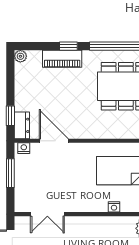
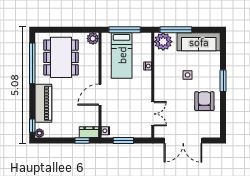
window: (68, 46) -> (32, 126), moved
piano: (62, 59) -> (43, 103), width x1.37, depth x1.33
door: (54, 141) -> (100, 95), moved

